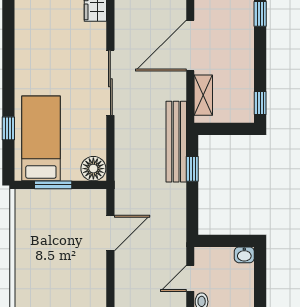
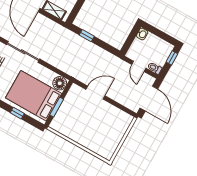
bed: (41, 138) -> (34, 96), width x1.50
bench: (176, 142) -> (69, 36), removed
door: (110, 233) -> (95, 93), hinge flipped

